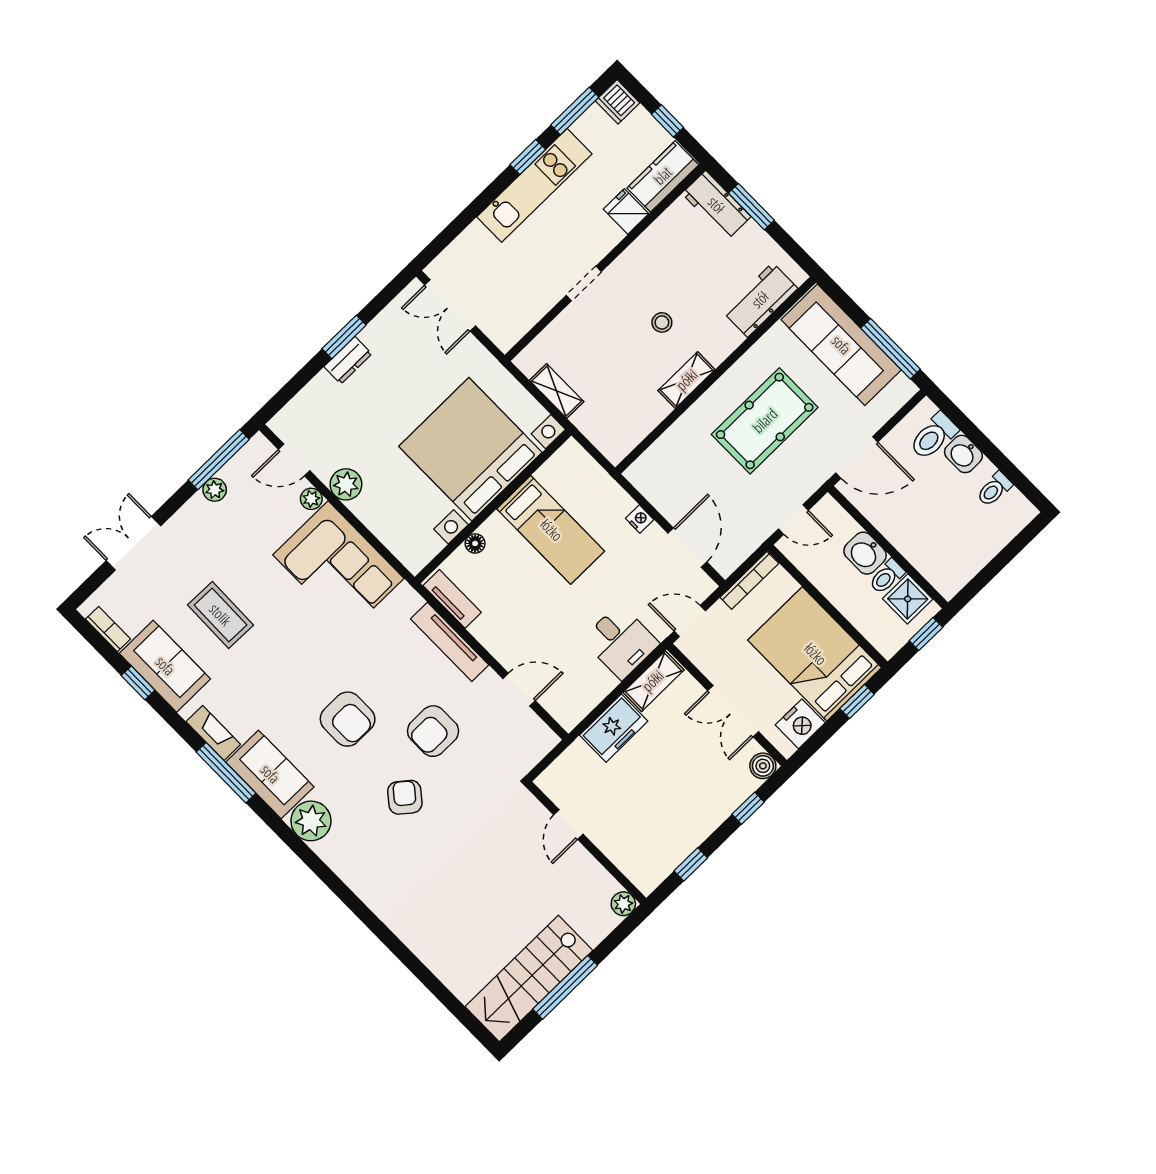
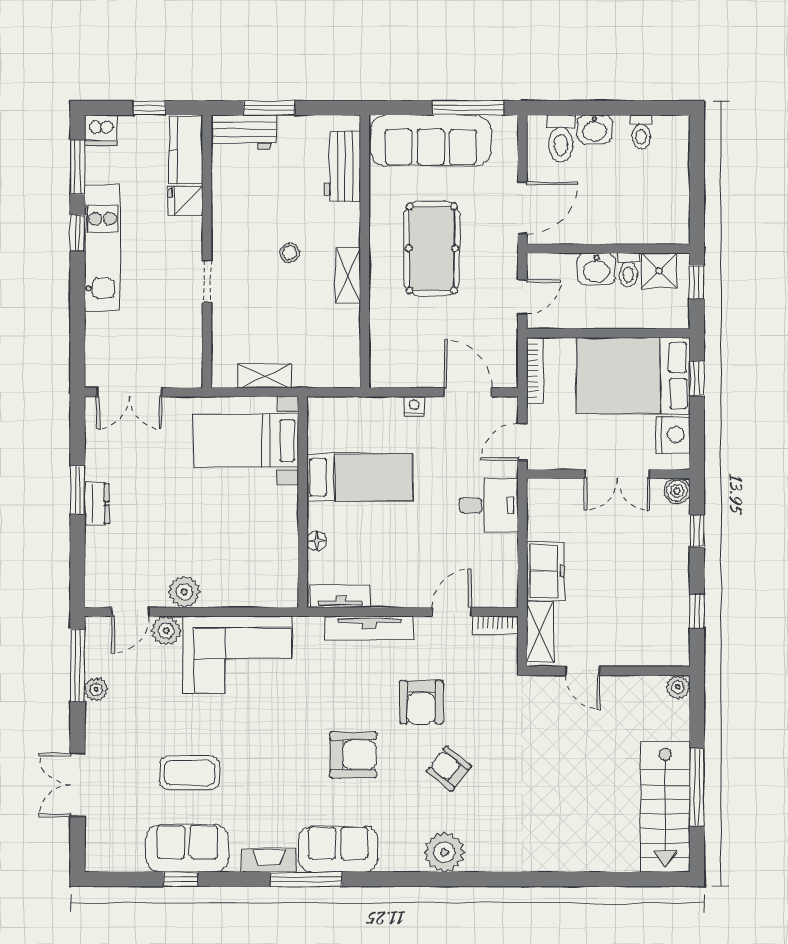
bed with nightstands: (470, 449) -> (246, 441), width x0.54
plant: (311, 499) -> (166, 631), width x1.38, depth x1.38
bookcase: (108, 629) -> (495, 625), moved, turned 180
shelving: (653, 681) -> (540, 632), moved
plant: (311, 821) -> (444, 852), moved

